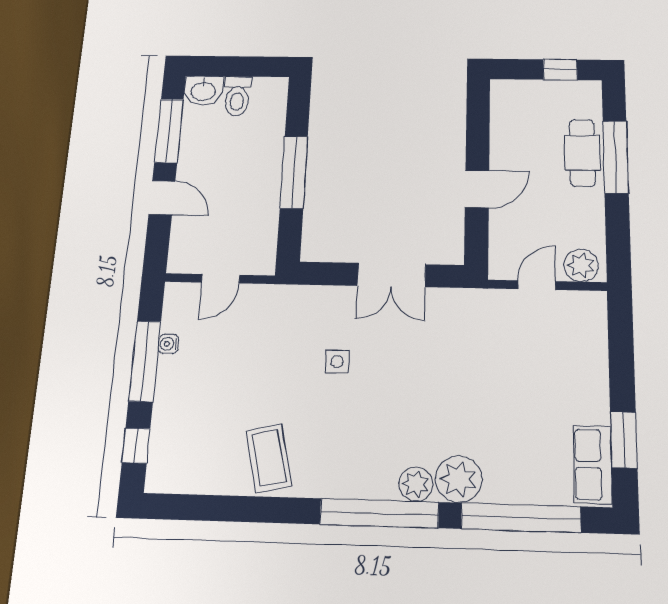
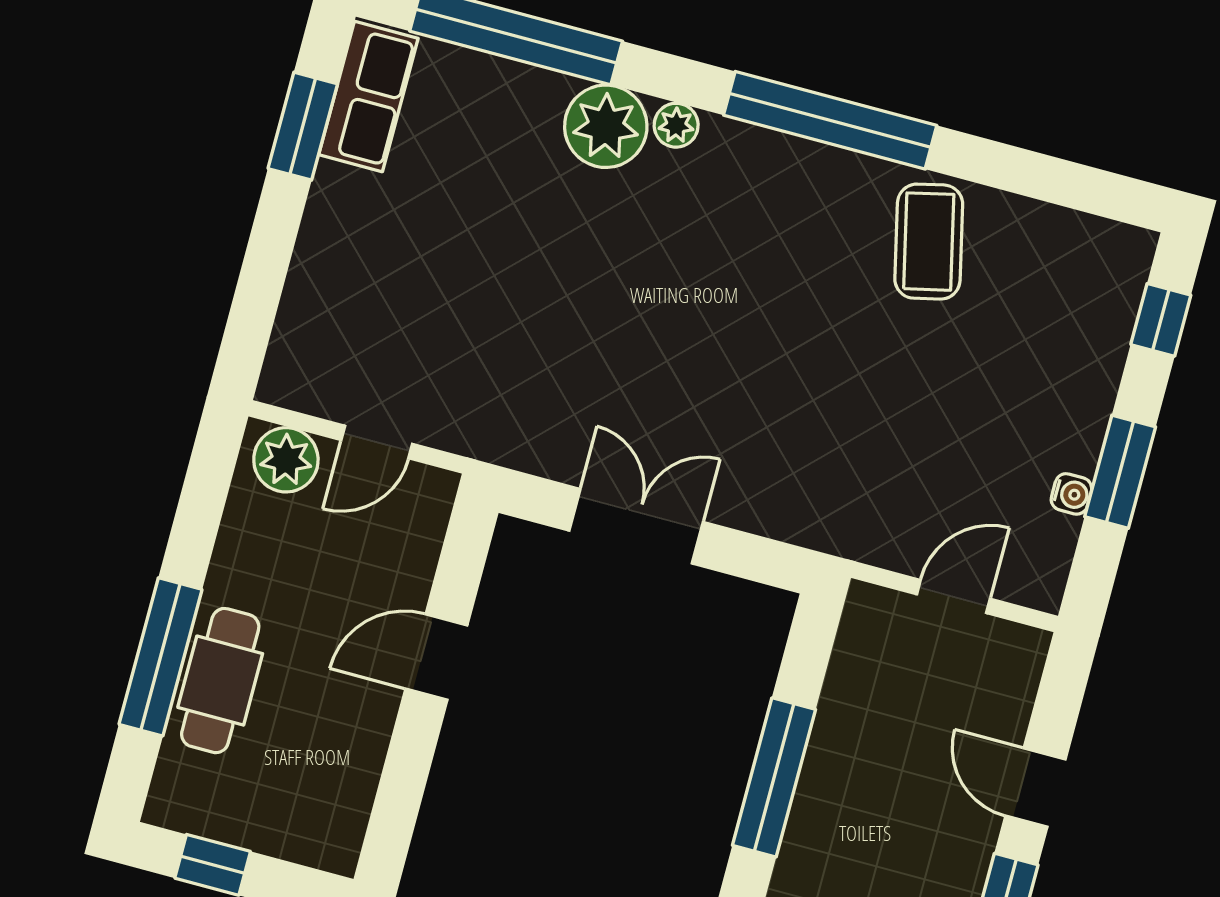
window: (145, 361) -> (1120, 472), width x0.69
side table: (337, 362) -> (771, 386), removed
plant: (416, 484) -> (676, 125), width x0.73, depth x0.73
window: (379, 513) -> (830, 120), moved

